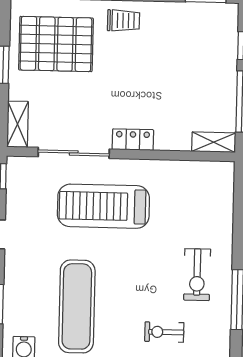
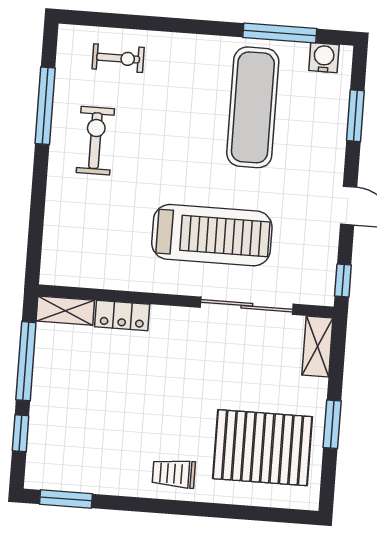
locker: (133, 140) -> (122, 316), moved
exercise bike: (164, 332) -> (118, 58), moved

